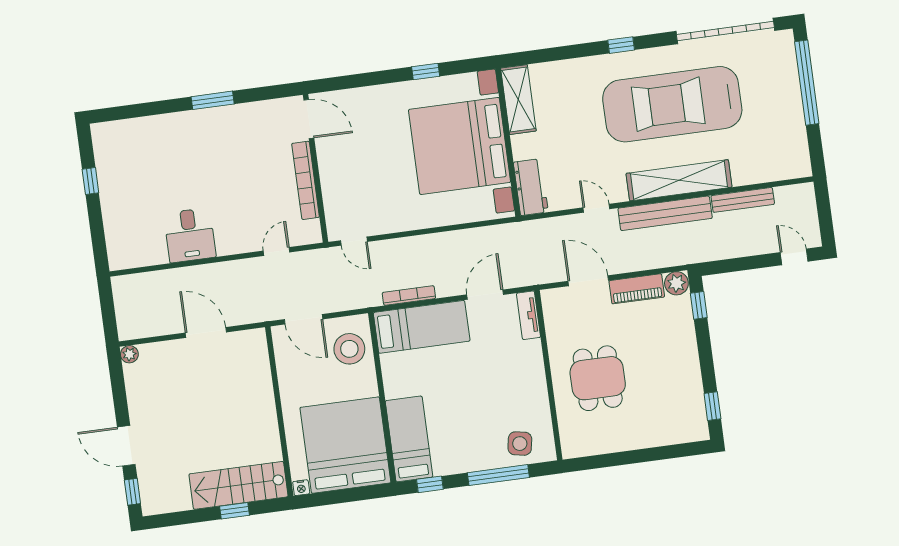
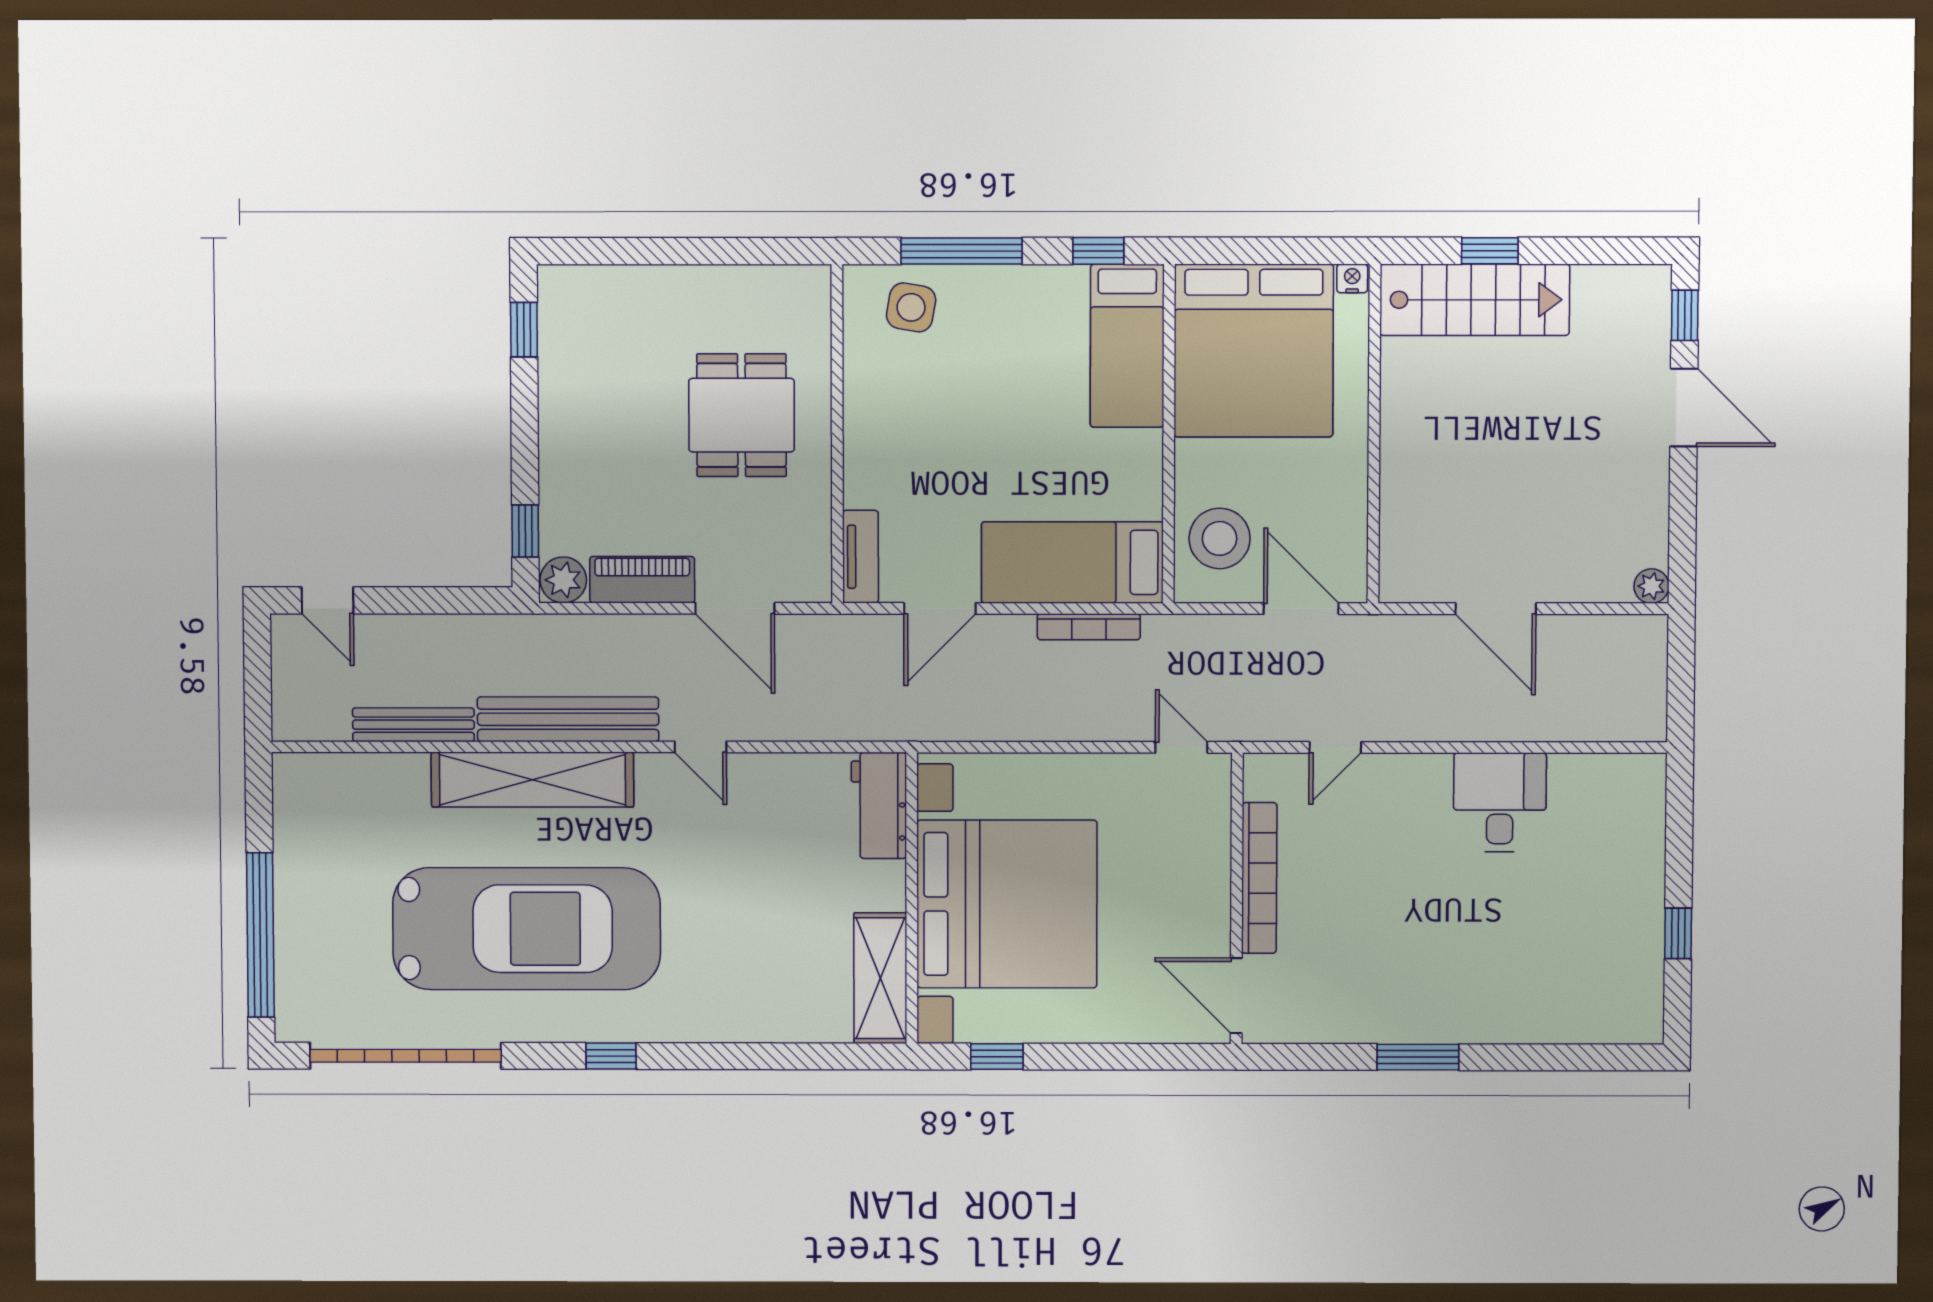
shelving: (518, 100) -> (880, 978), moved
wall: (508, 142) -> (912, 898), moved
bed with nightstands: (460, 146) -> (1007, 904), moved
workbench: (531, 187) -> (879, 806), moved

